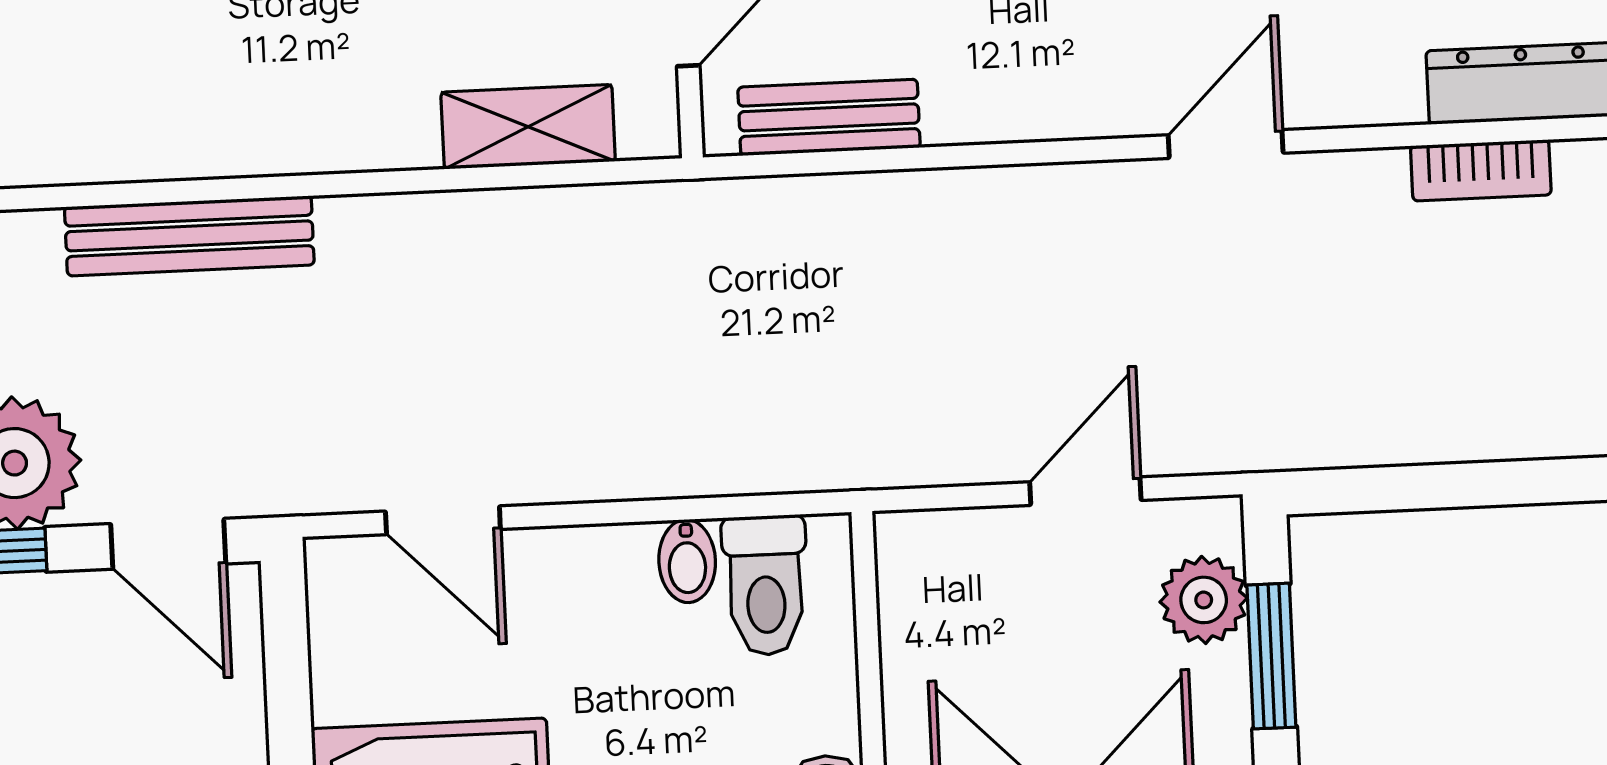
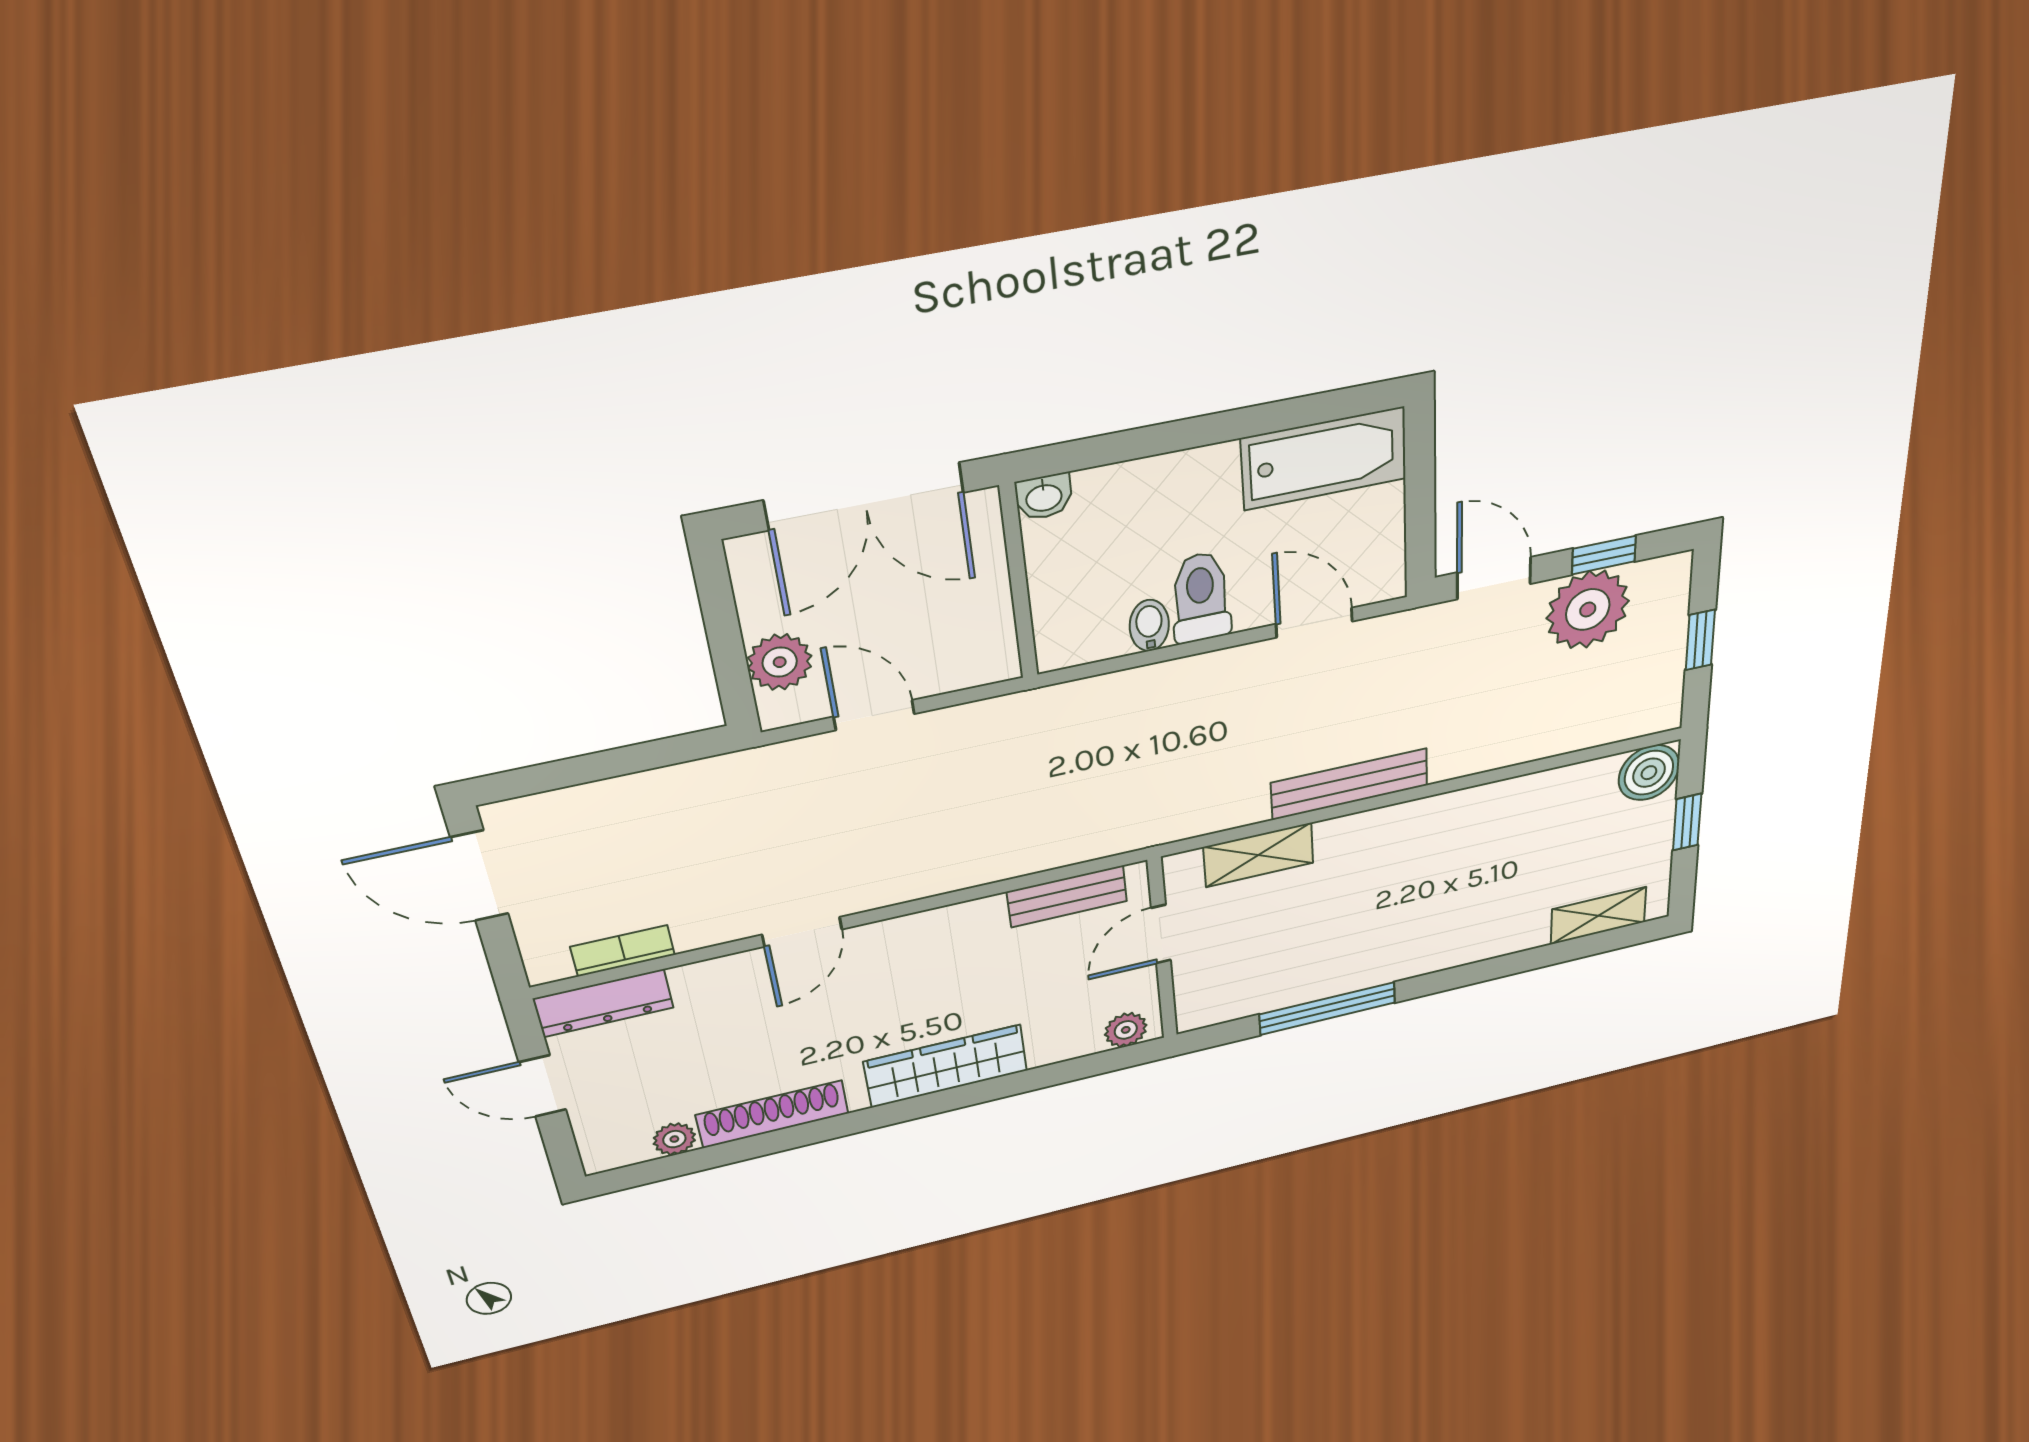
bench: (189, 236) -> (1350, 784), moved
door: (1085, 491) -> (874, 715), swing flipped
toilet: (766, 585) -> (1201, 597), moved
window: (1271, 656) -> (724, 634), removed

